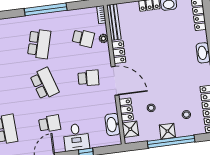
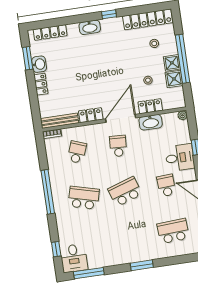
plant: (103, 38) -> (182, 115), moved
washbasin: (113, 124) -> (151, 122), moved
shower: (130, 129) -> (174, 79), moved

